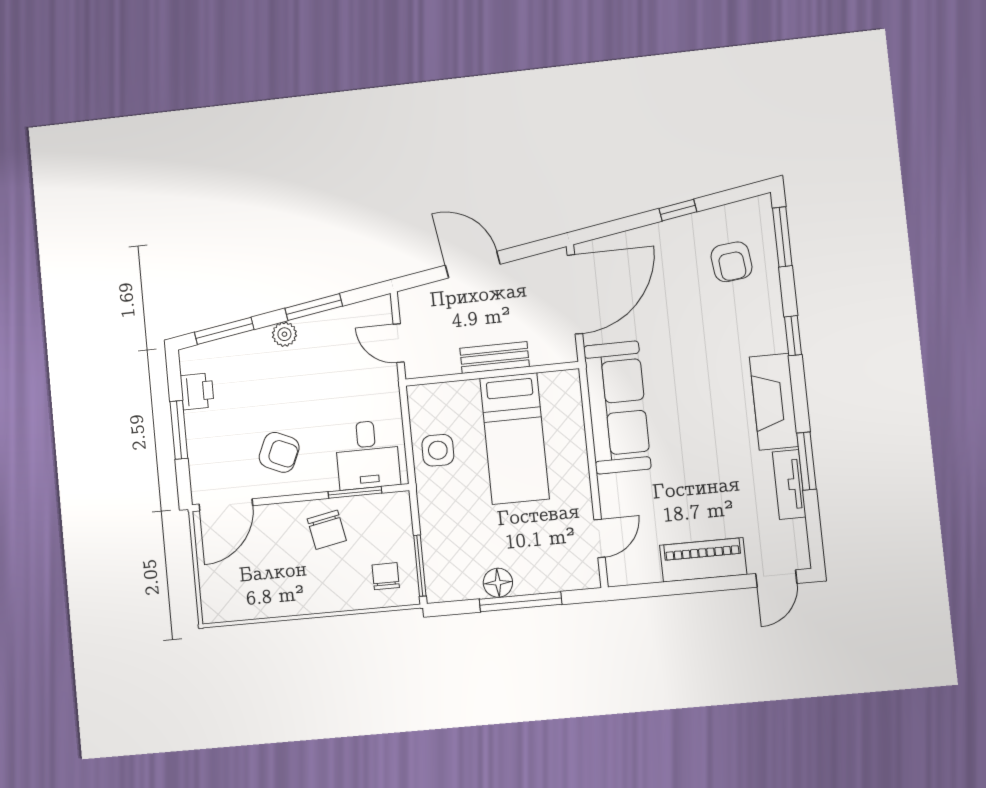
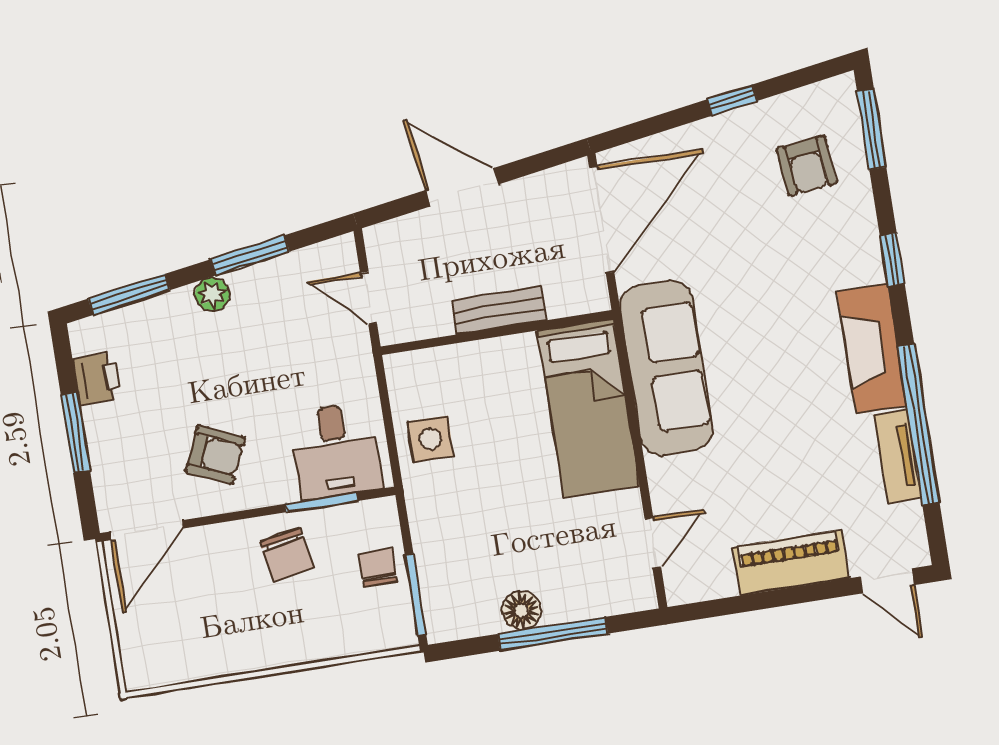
bed: (514, 438) -> (589, 408), moved
window: (806, 461) -> (918, 424), width x2.11
chair: (386, 576) -> (378, 568), moved
door: (776, 578) -> (887, 581), hinge flipped

